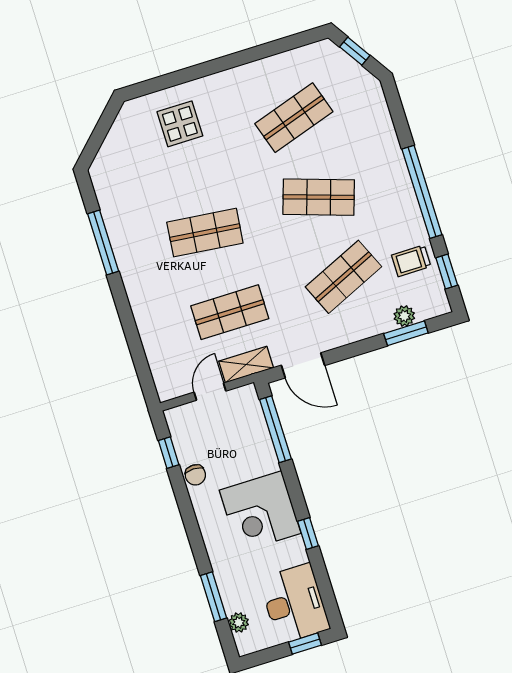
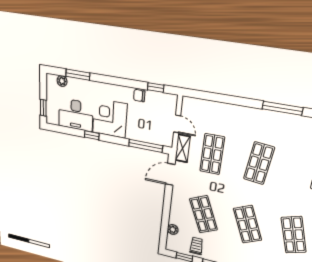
shop shelf: (319, 197) -> (248, 224), turned -42
window: (406, 333) -> (165, 226), removed
desk: (294, 604) -> (76, 115), moved

